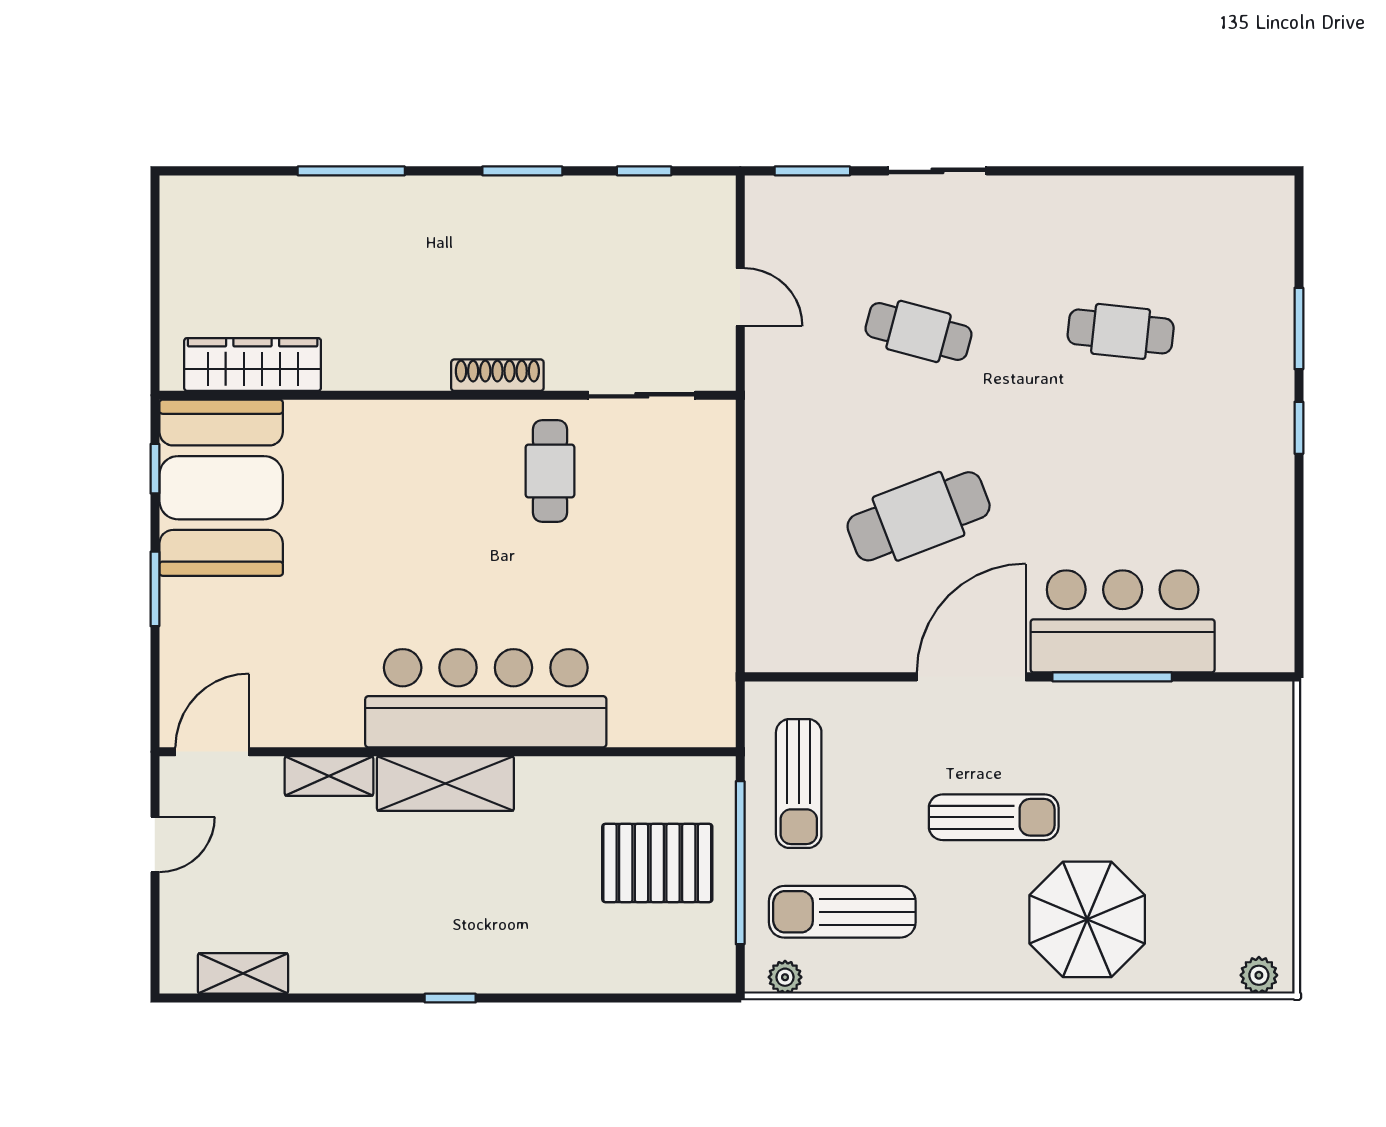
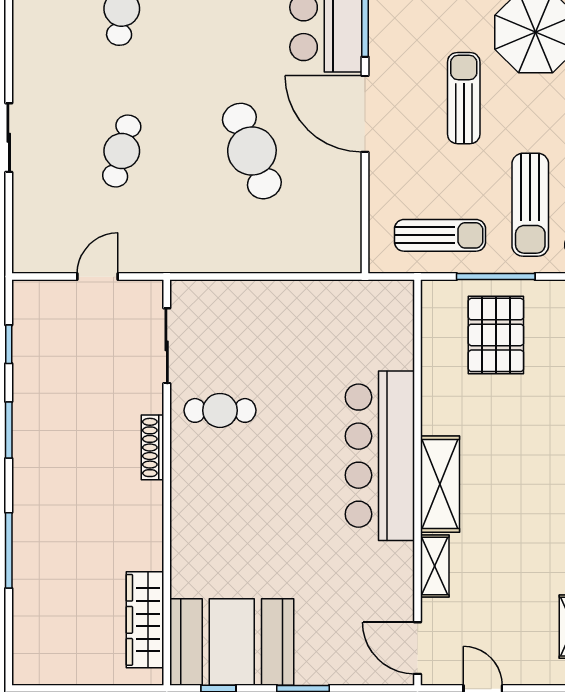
window: (812, 171) -> (9, 226), removed
window: (740, 863) -> (496, 277), width x0.68

